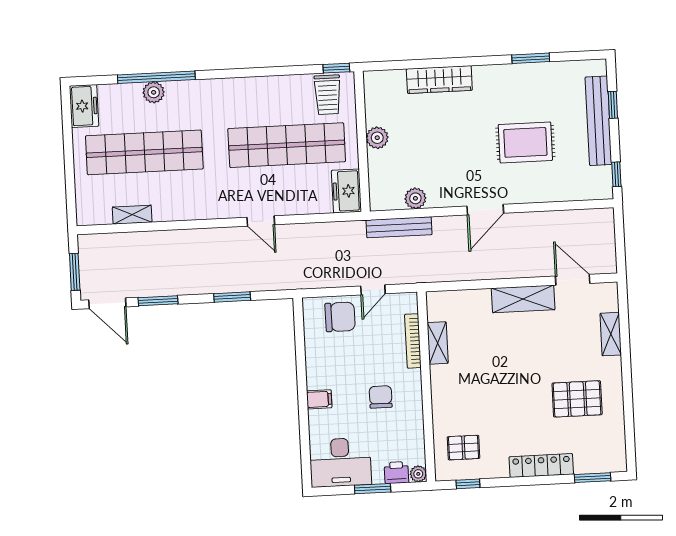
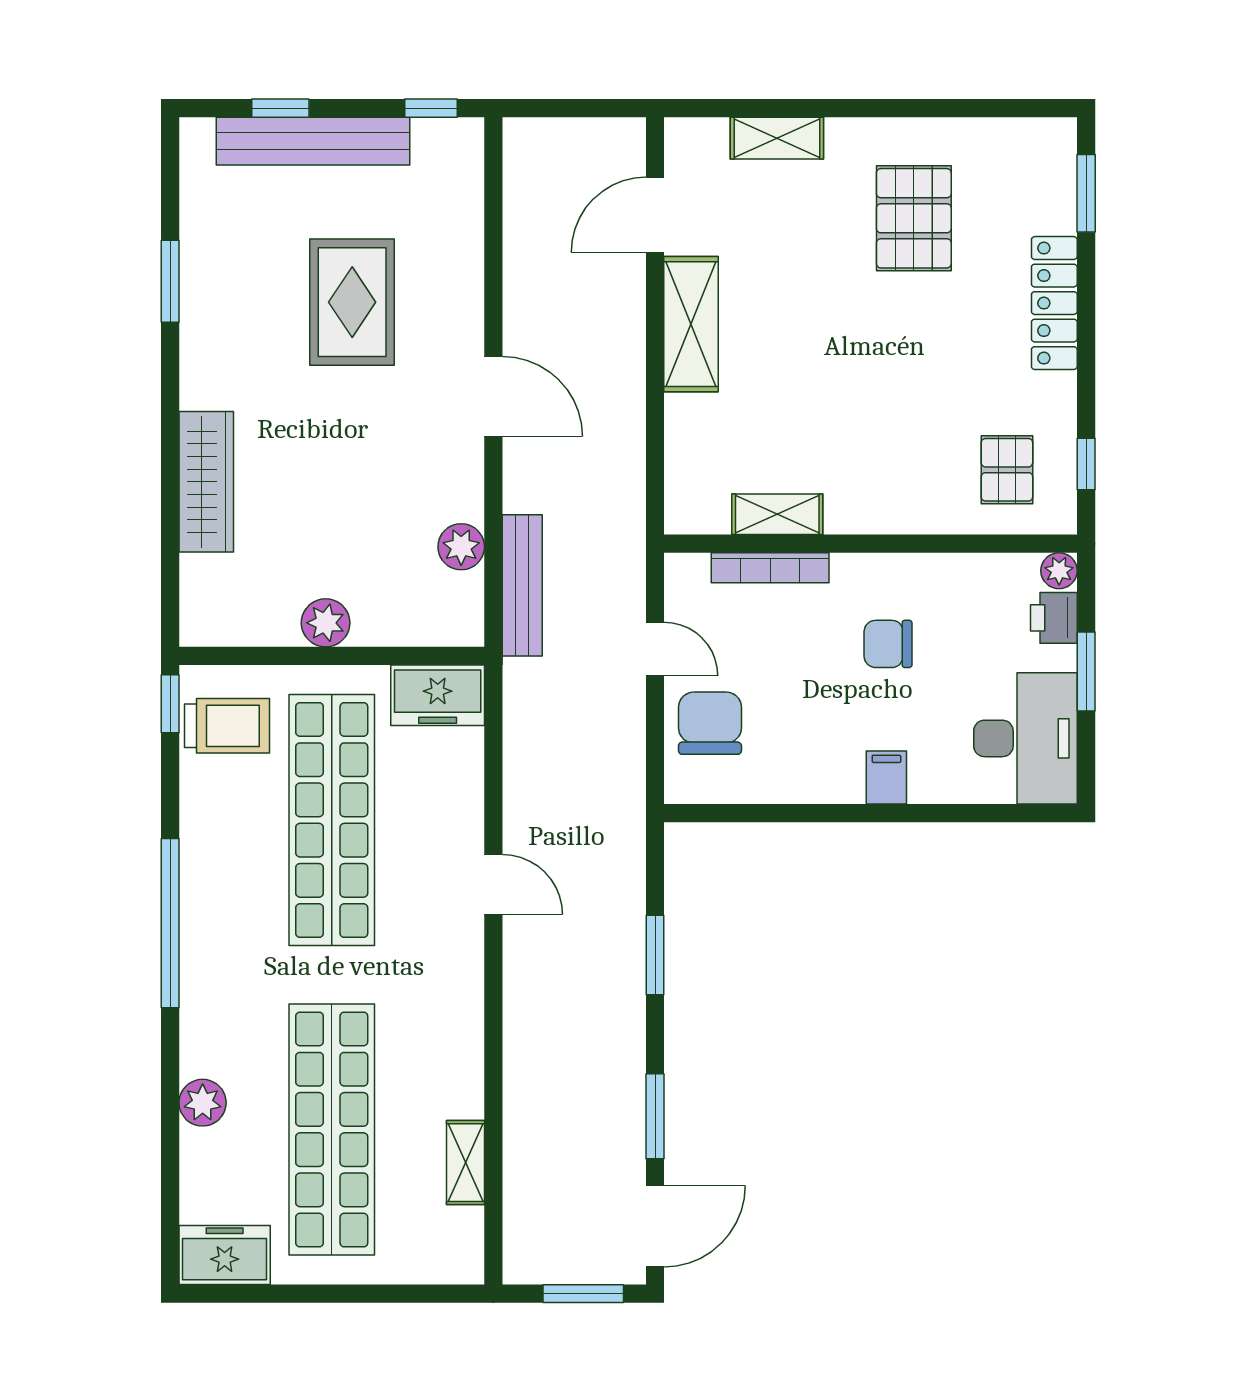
window: (156, 77) -> (170, 923), moved
door: (261, 221) -> (493, 885), hinge flipped

